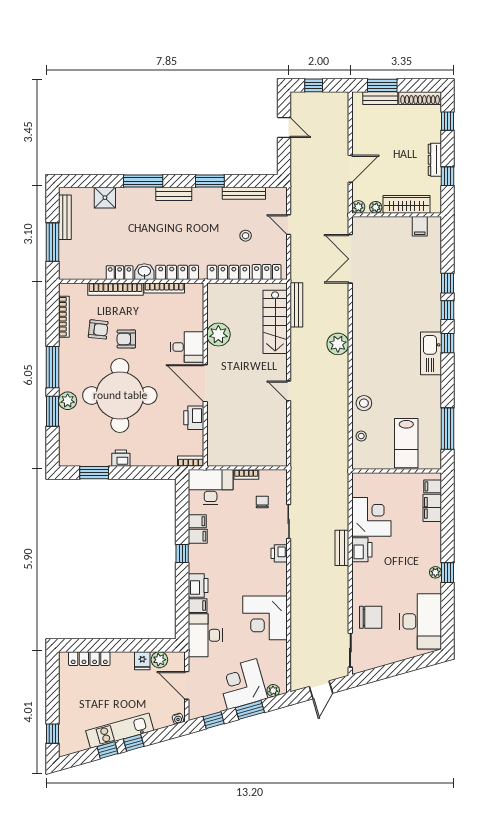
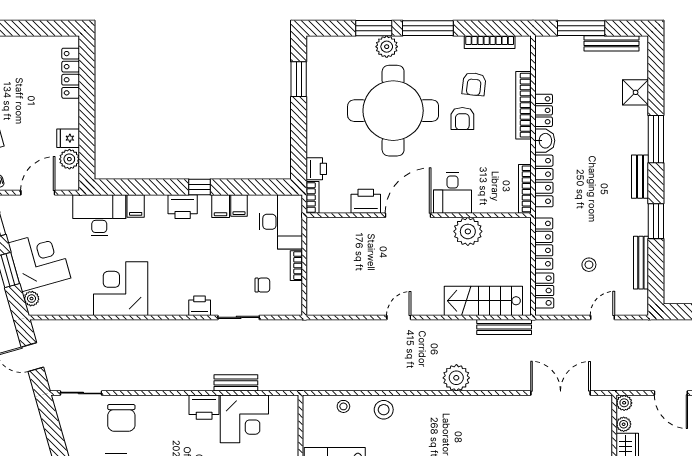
bookcase: (164, 288) -> (525, 189), moved
armchair: (126, 339) -> (462, 119), turned 180
printer: (121, 458) -> (316, 169), moved
bench: (342, 548) -> (236, 383), moved
printer: (198, 585) -> (183, 207), moved

